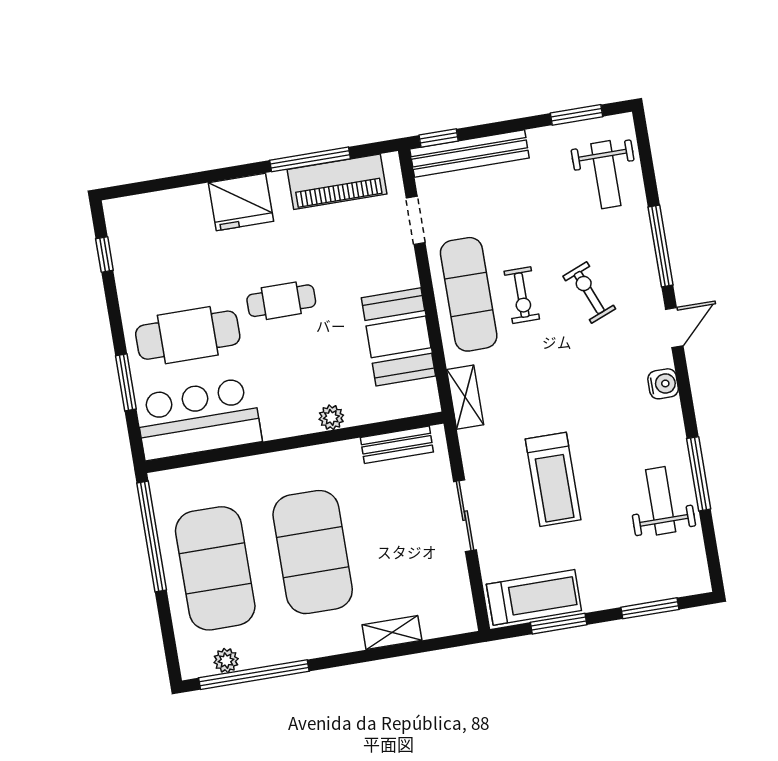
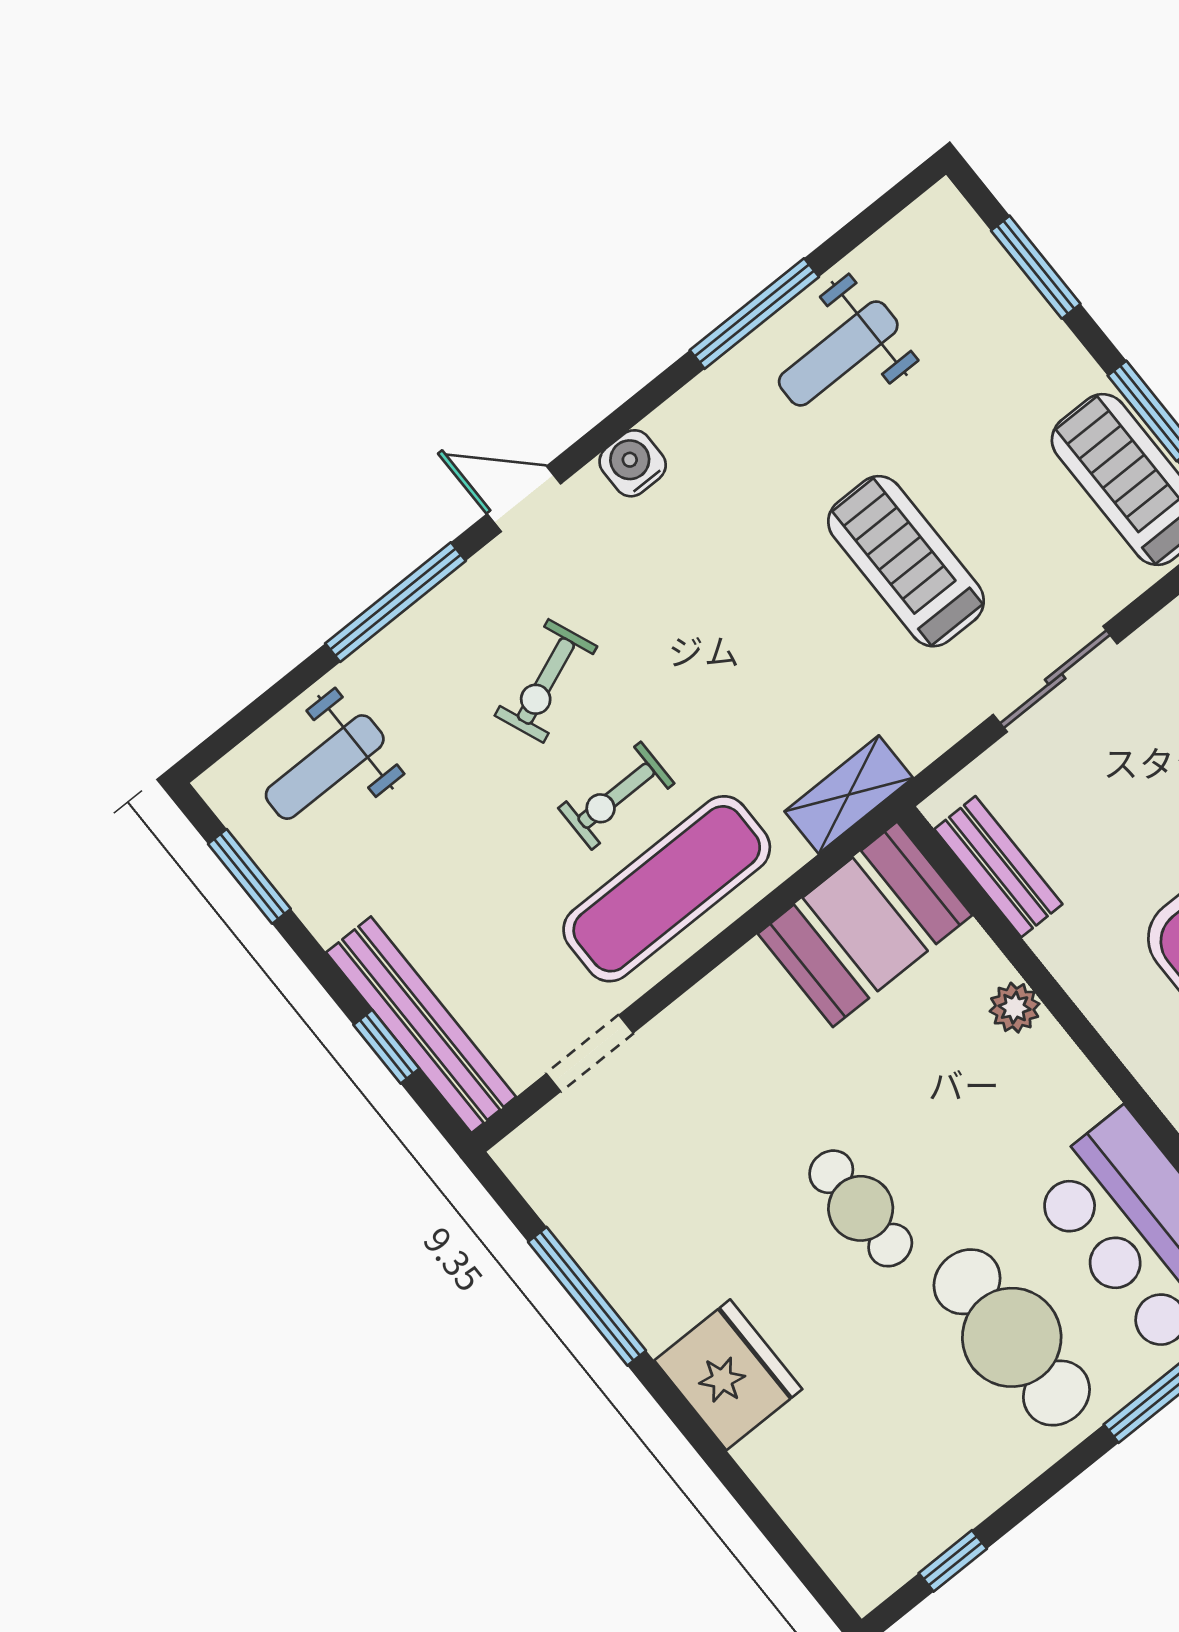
window: (439, 138) -> (386, 1047), moved
weight bench: (606, 175) -> (325, 767), turned 180
piano: (337, 182) -> (599, 1227), removed
exercise bike: (522, 295) -> (616, 796), turned 180
booth: (398, 337) -> (865, 924), moved
treadmill: (553, 479) -> (906, 561), turned -90

